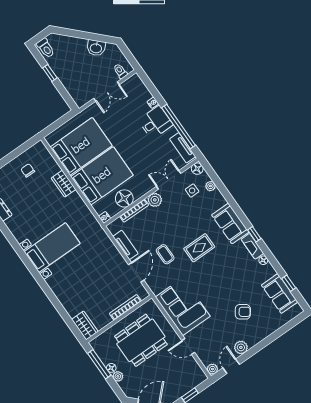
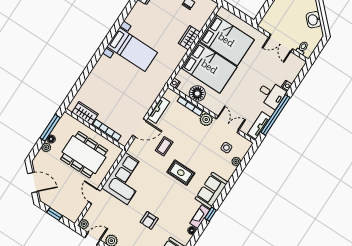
floor lamp: (197, 169) -> (246, 145), removed
armchair: (243, 312) -> (149, 220), moved, turned 54
wardrobe: (85, 325) -> (85, 113), moved, turned -90

